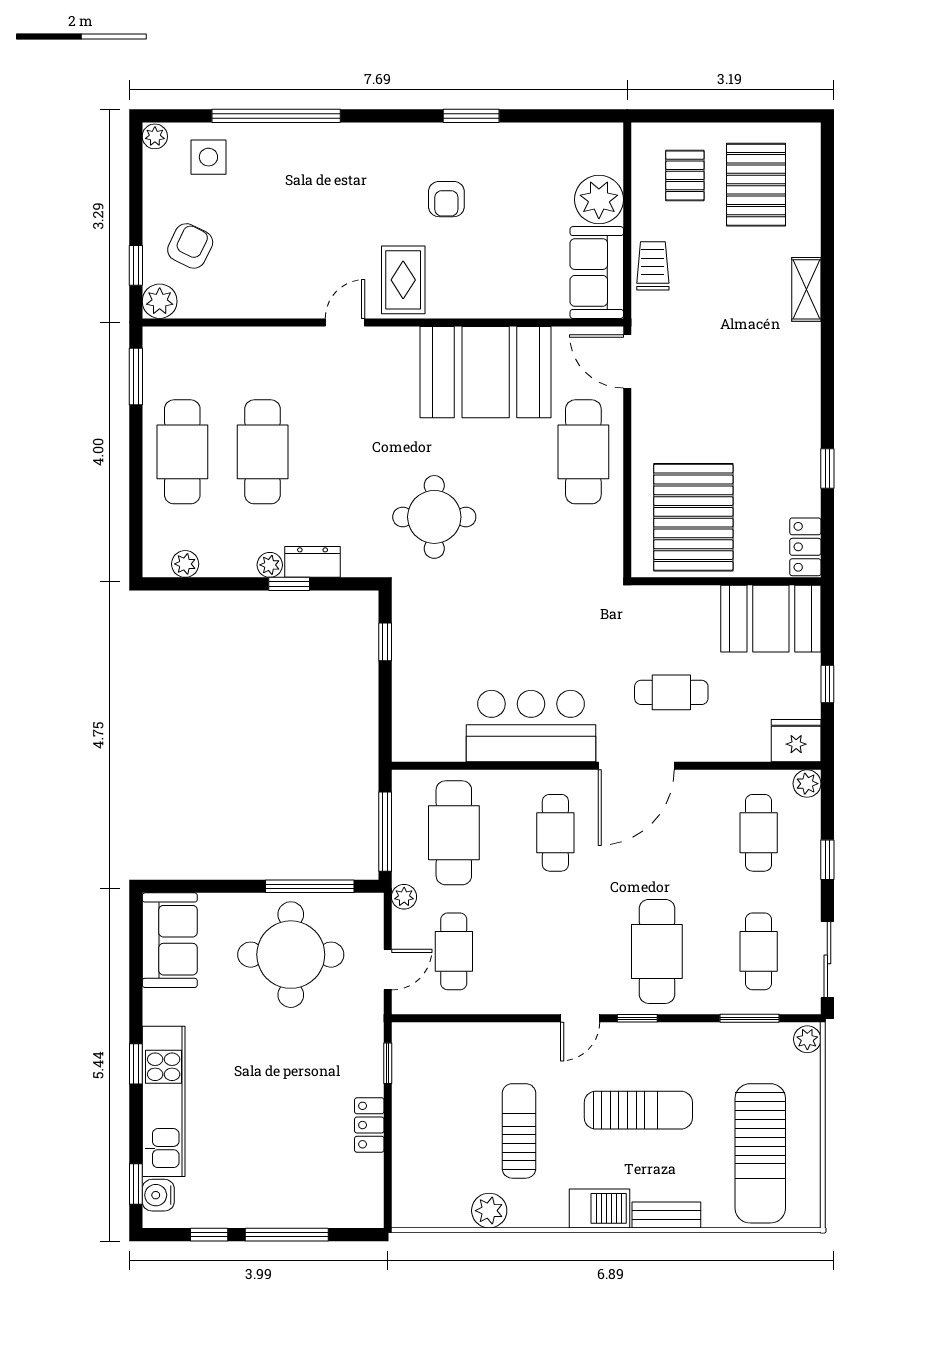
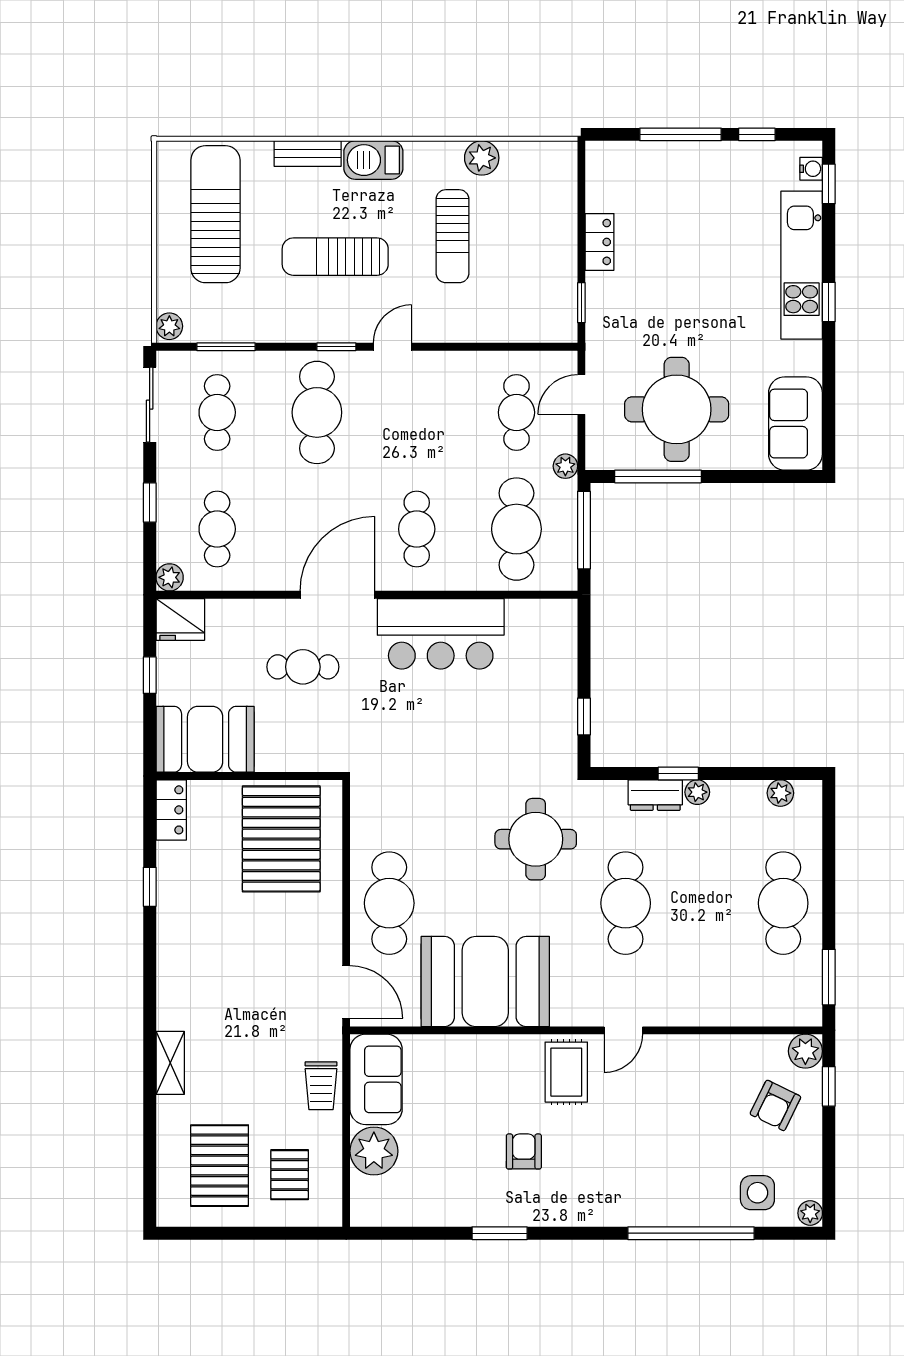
cafe table: (263, 452) -> (626, 903), moved
water cooler: (158, 1195) -> (811, 169), width x0.72, depth x0.72

